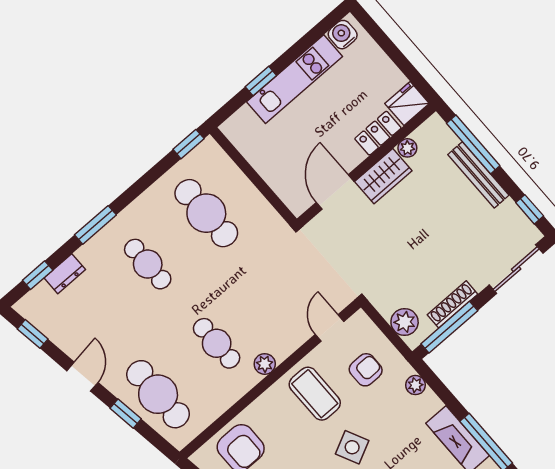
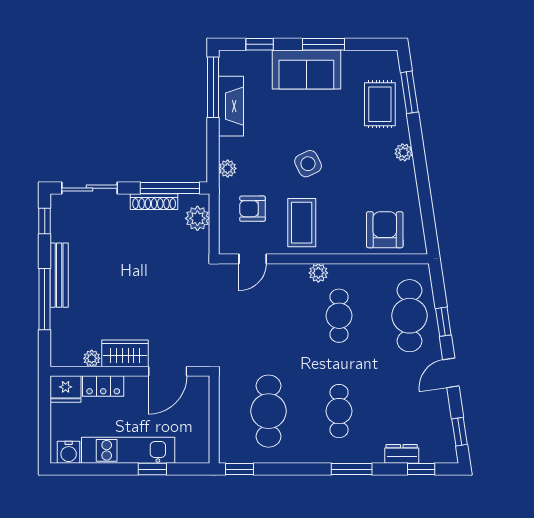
fridge: (407, 104) -> (66, 389), moved
locker: (378, 133) -> (103, 386), moved
plant: (407, 148) -> (92, 358), moved
wall: (366, 165) -> (130, 371), moved
wardrobe: (383, 176) -> (125, 353), moved
door: (335, 192) -> (168, 371), moved

